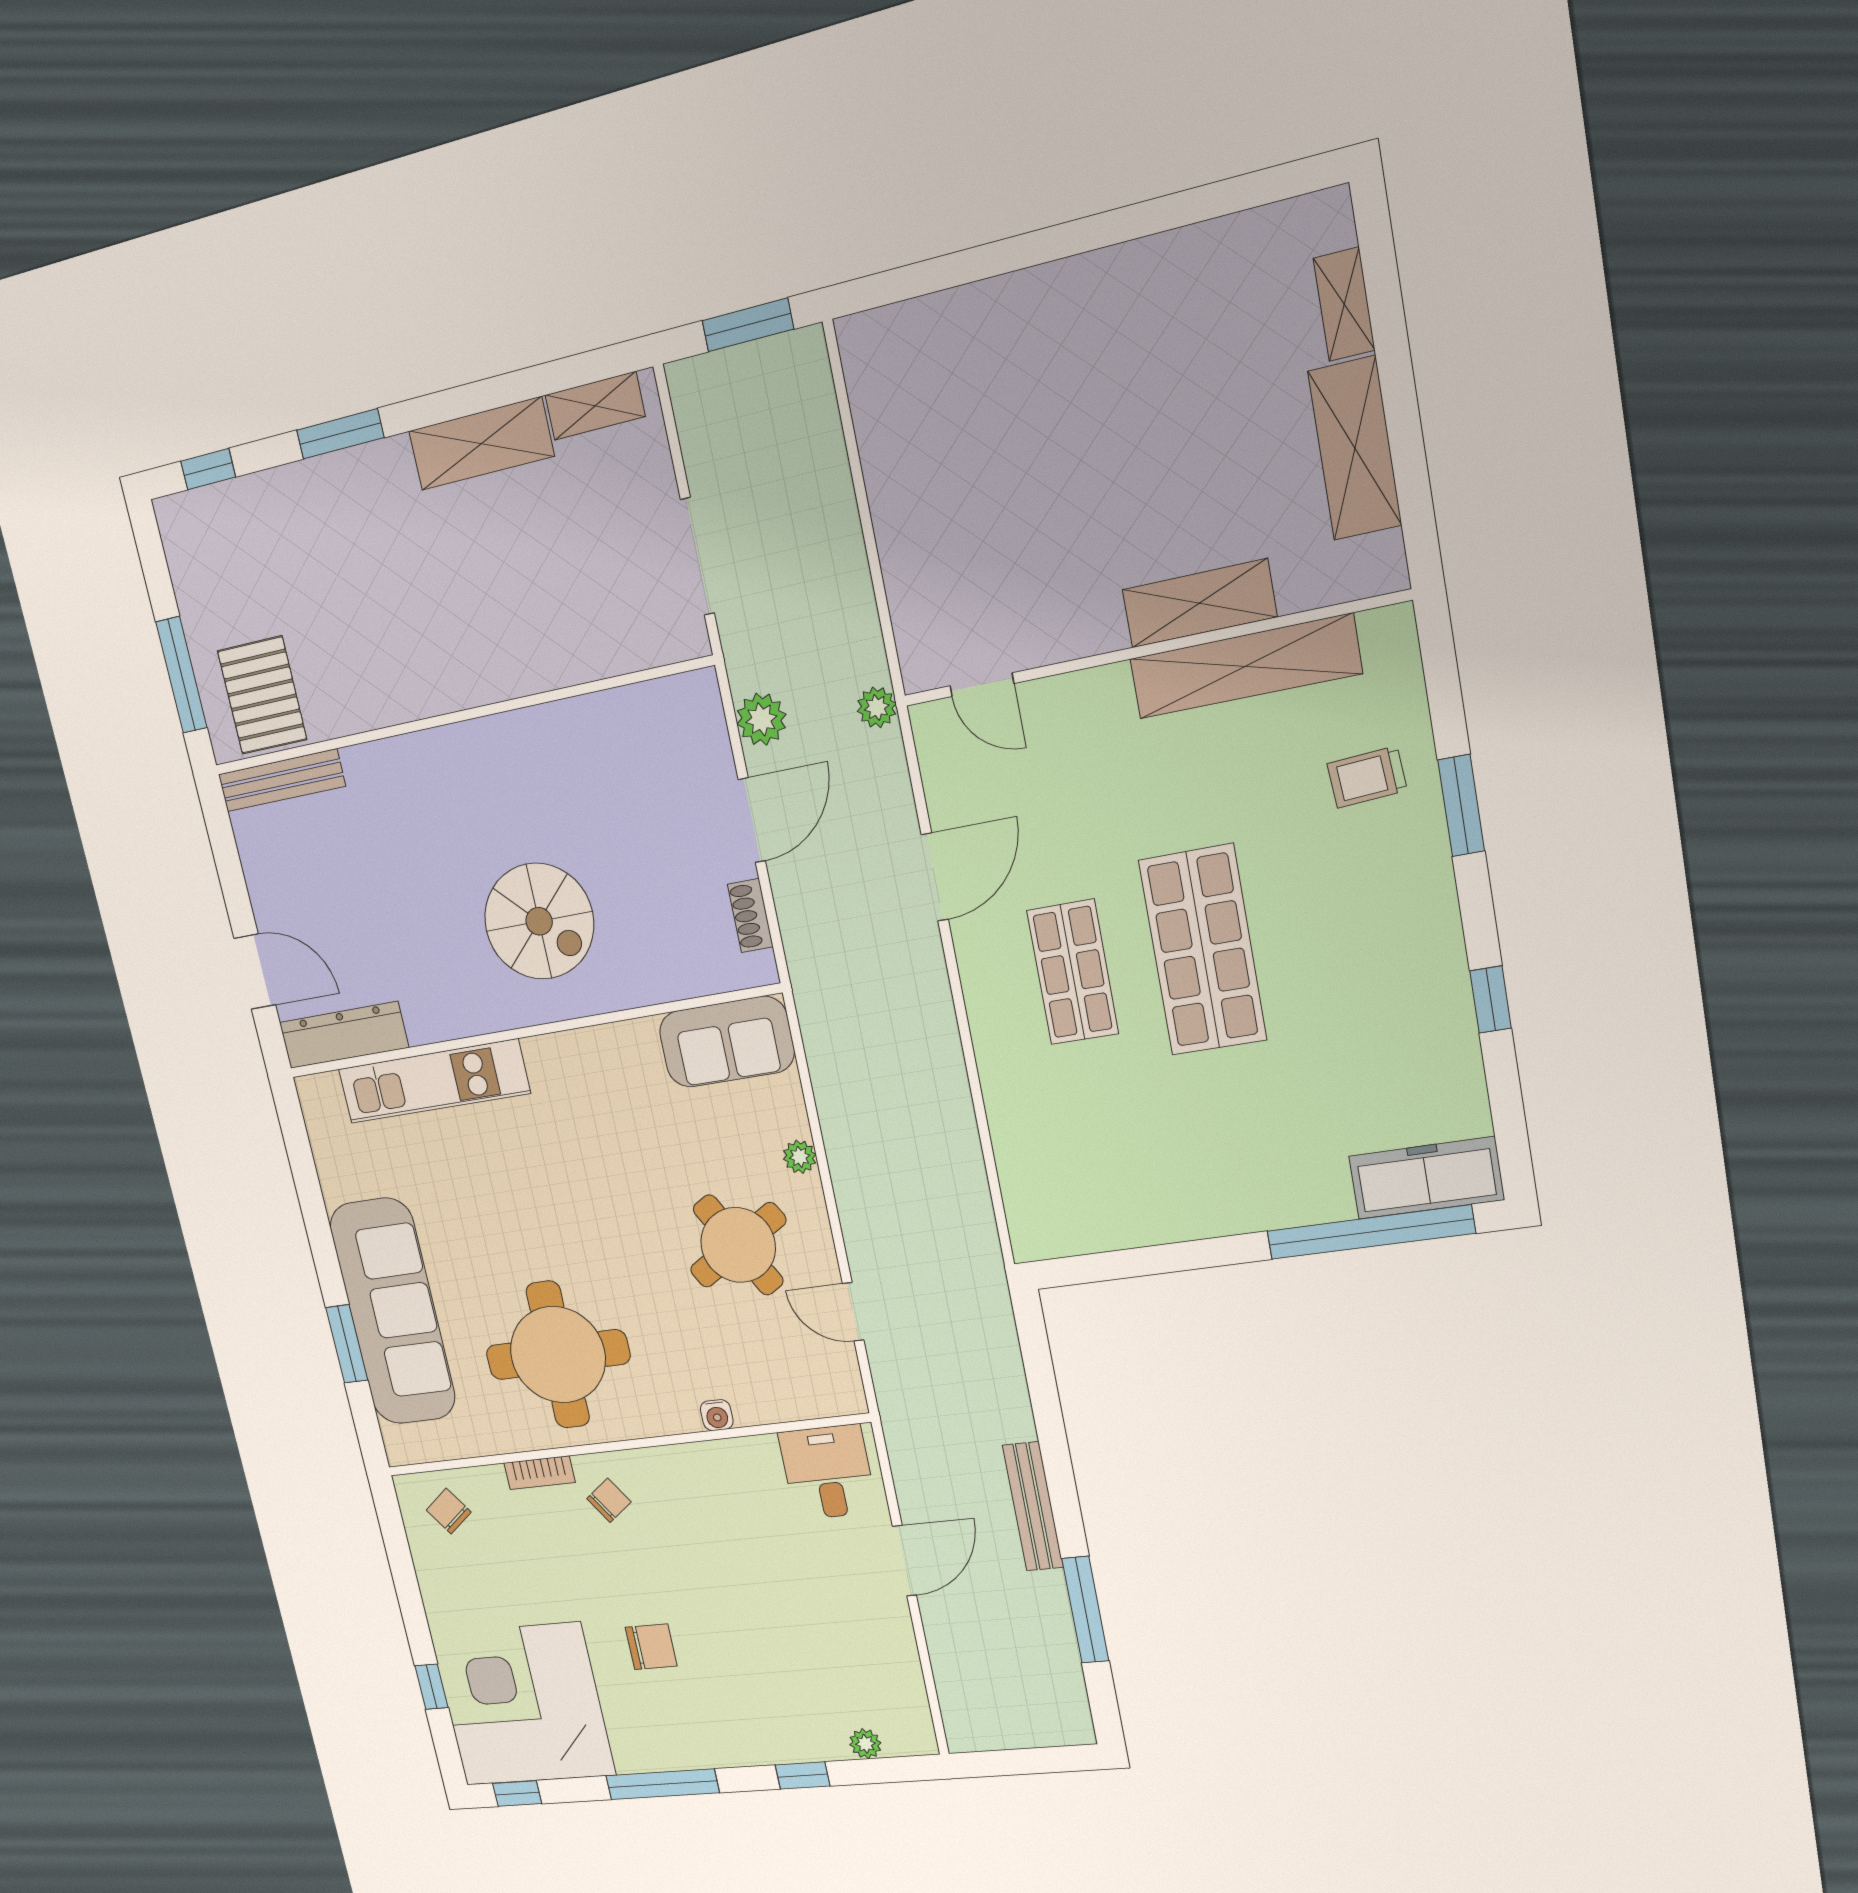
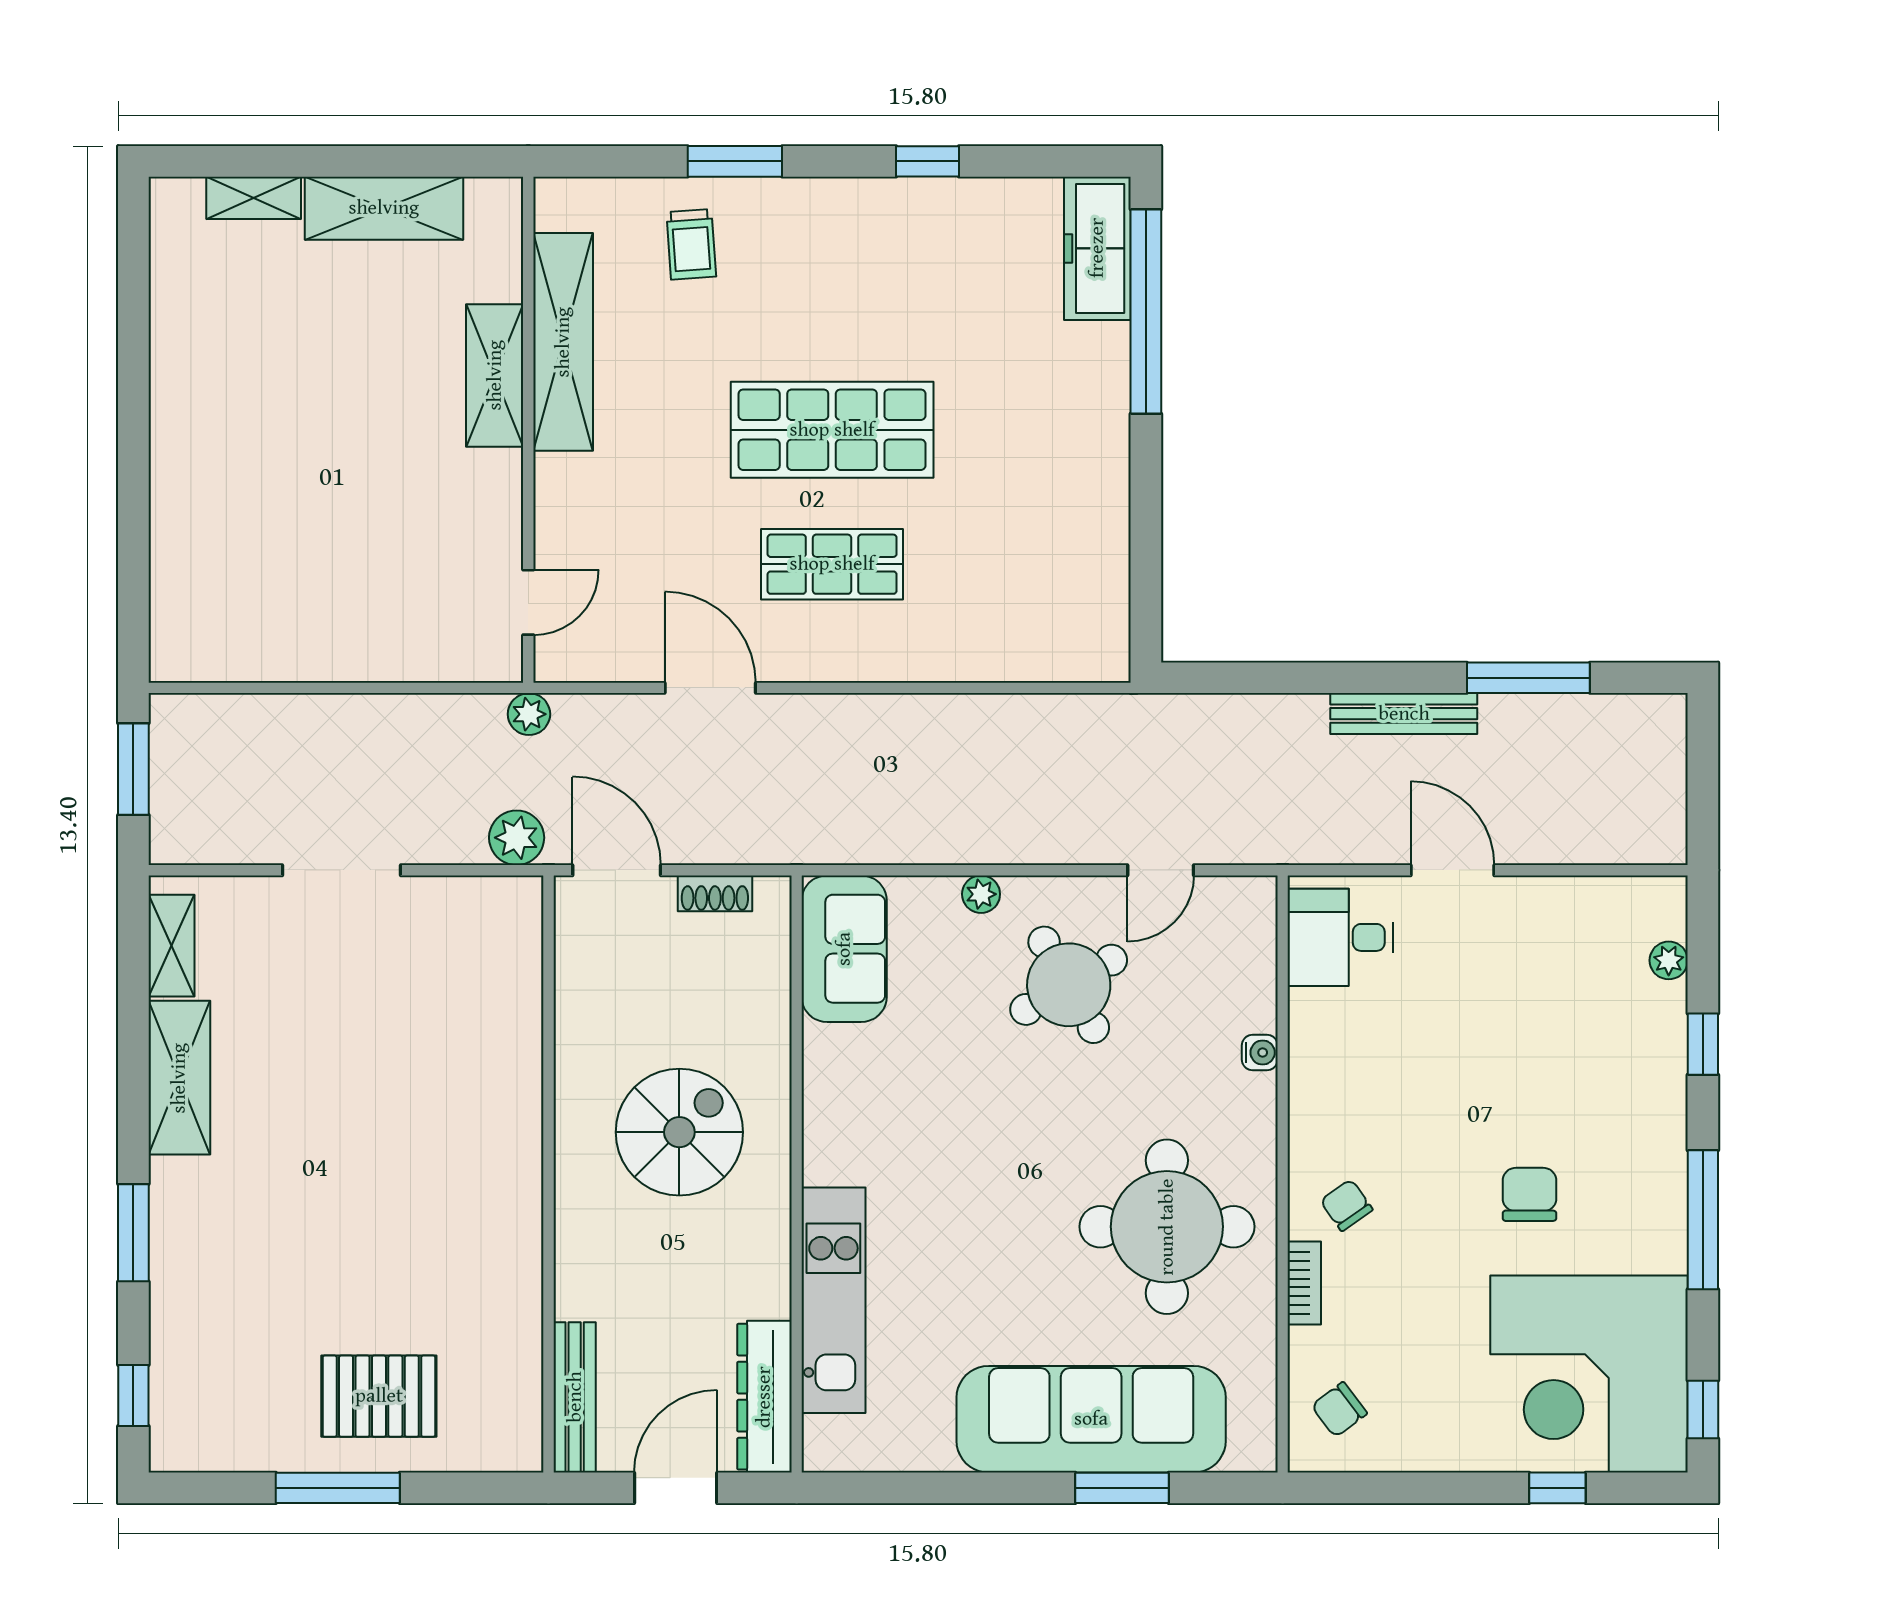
wall: (457, 717) -> (549, 1174), moved
bench: (282, 780) -> (575, 1397), moved

